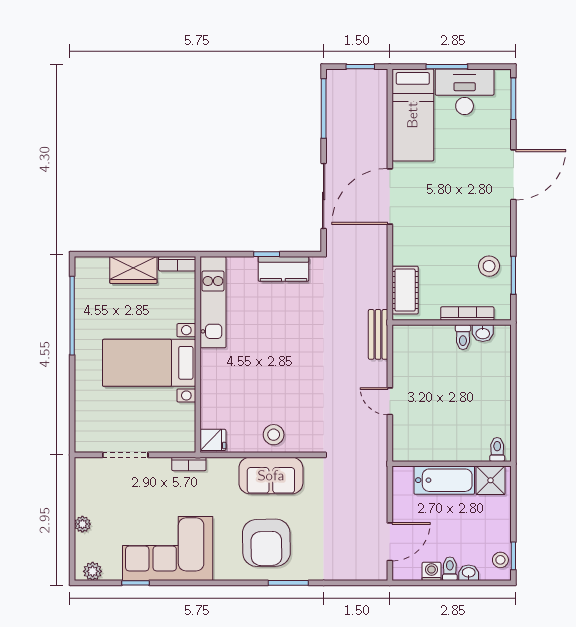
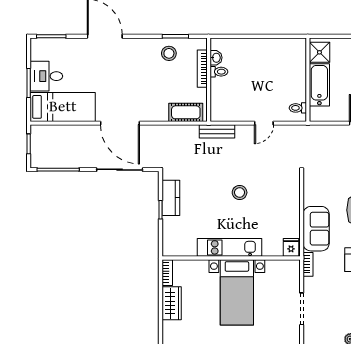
desk: (465, 92) -> (46, 76), width x0.73
kitchen unit: (213, 302) -> (229, 247), moved
stool: (274, 435) -> (240, 192), moved
toilet: (497, 449) -> (298, 108), moved
sofa: (271, 476) -> (316, 229), moved

